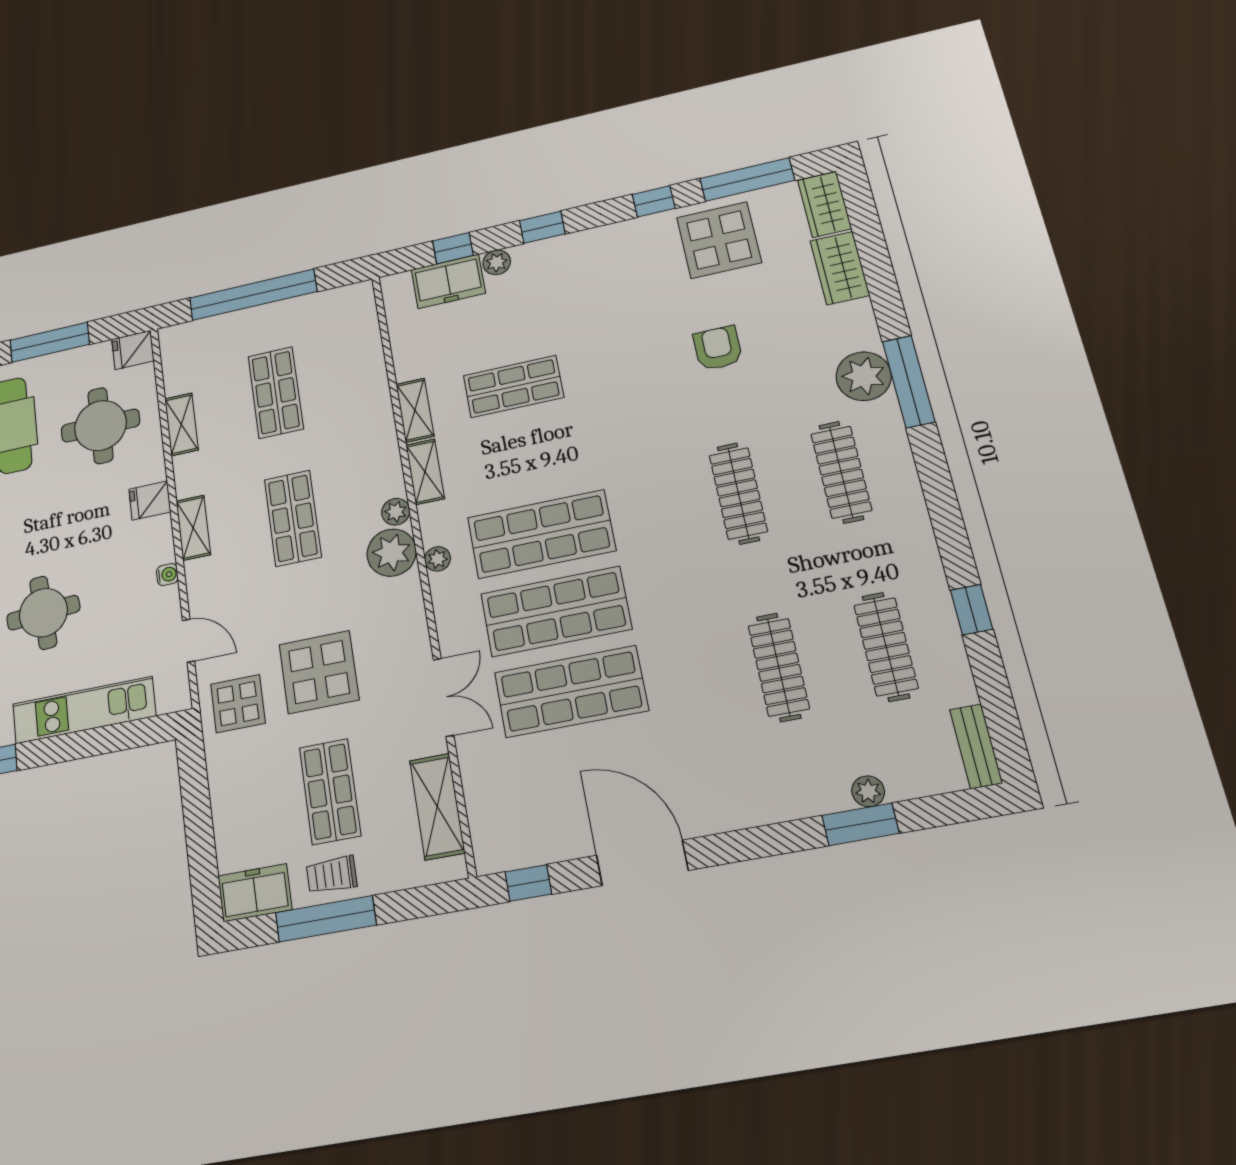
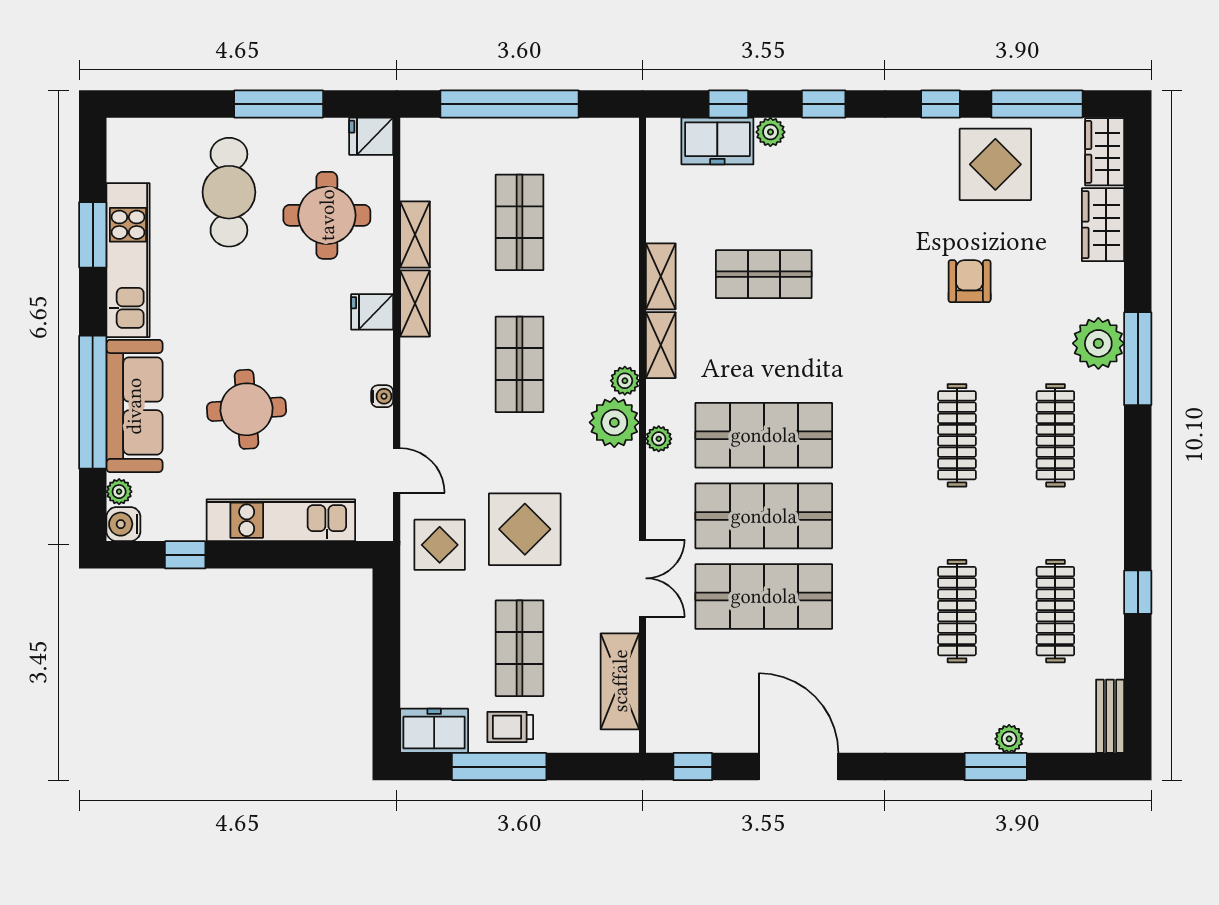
shelving: (193, 528) -> (415, 304), moved

